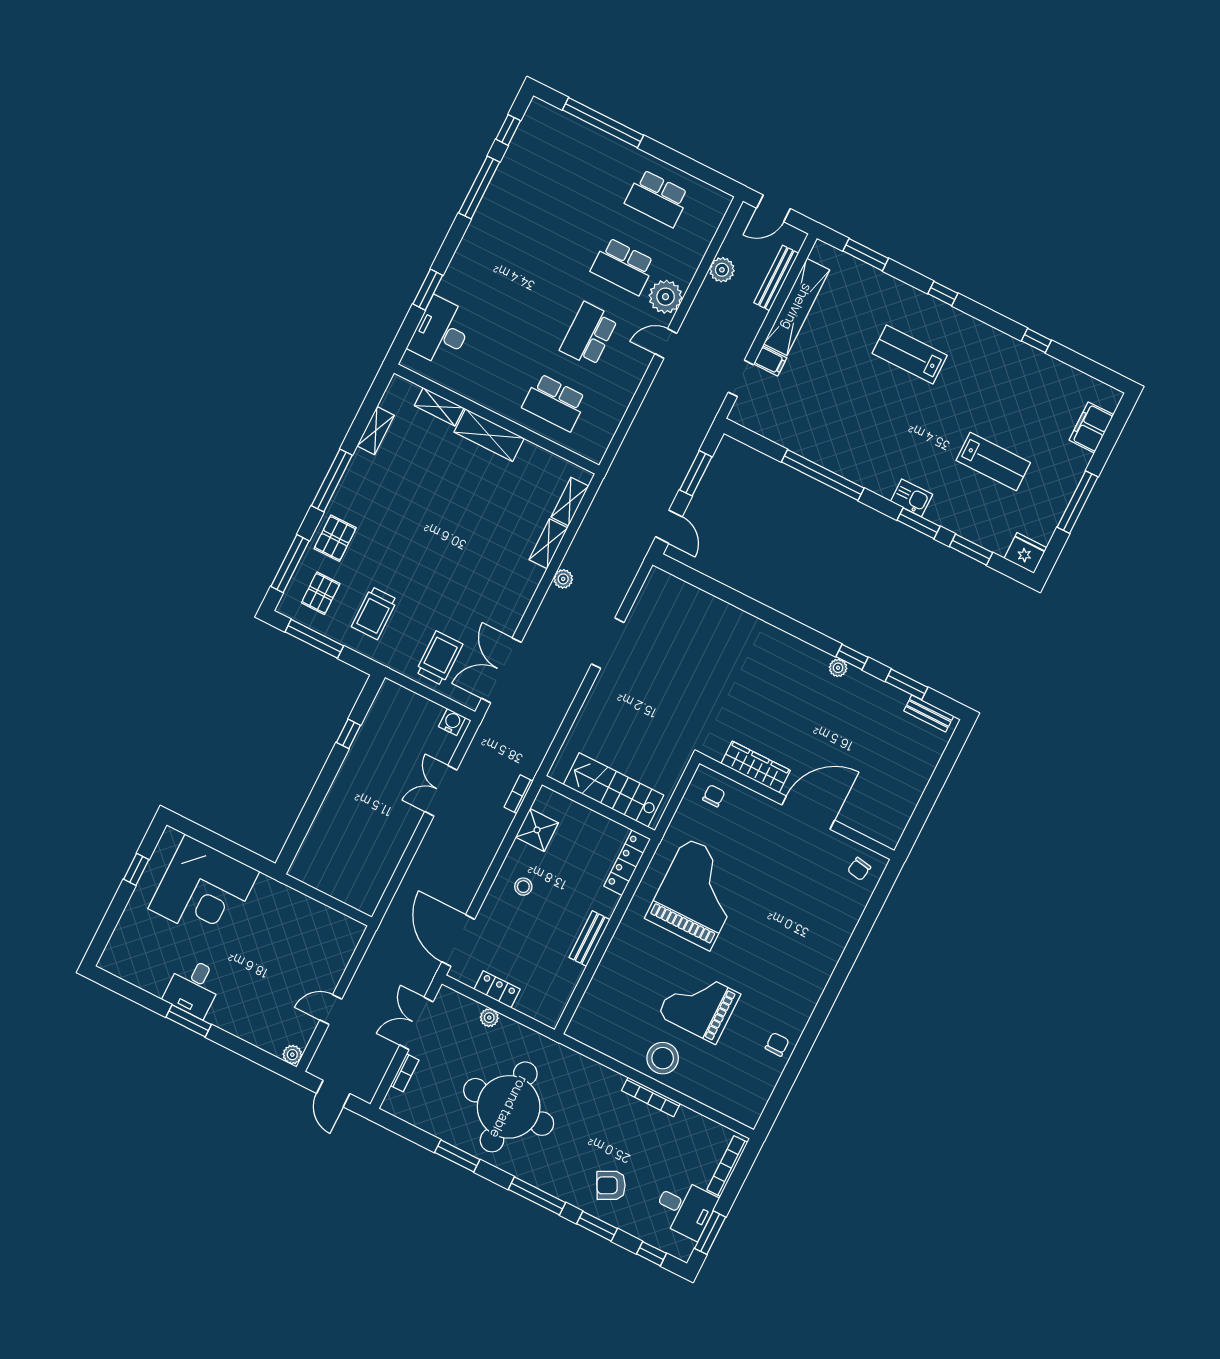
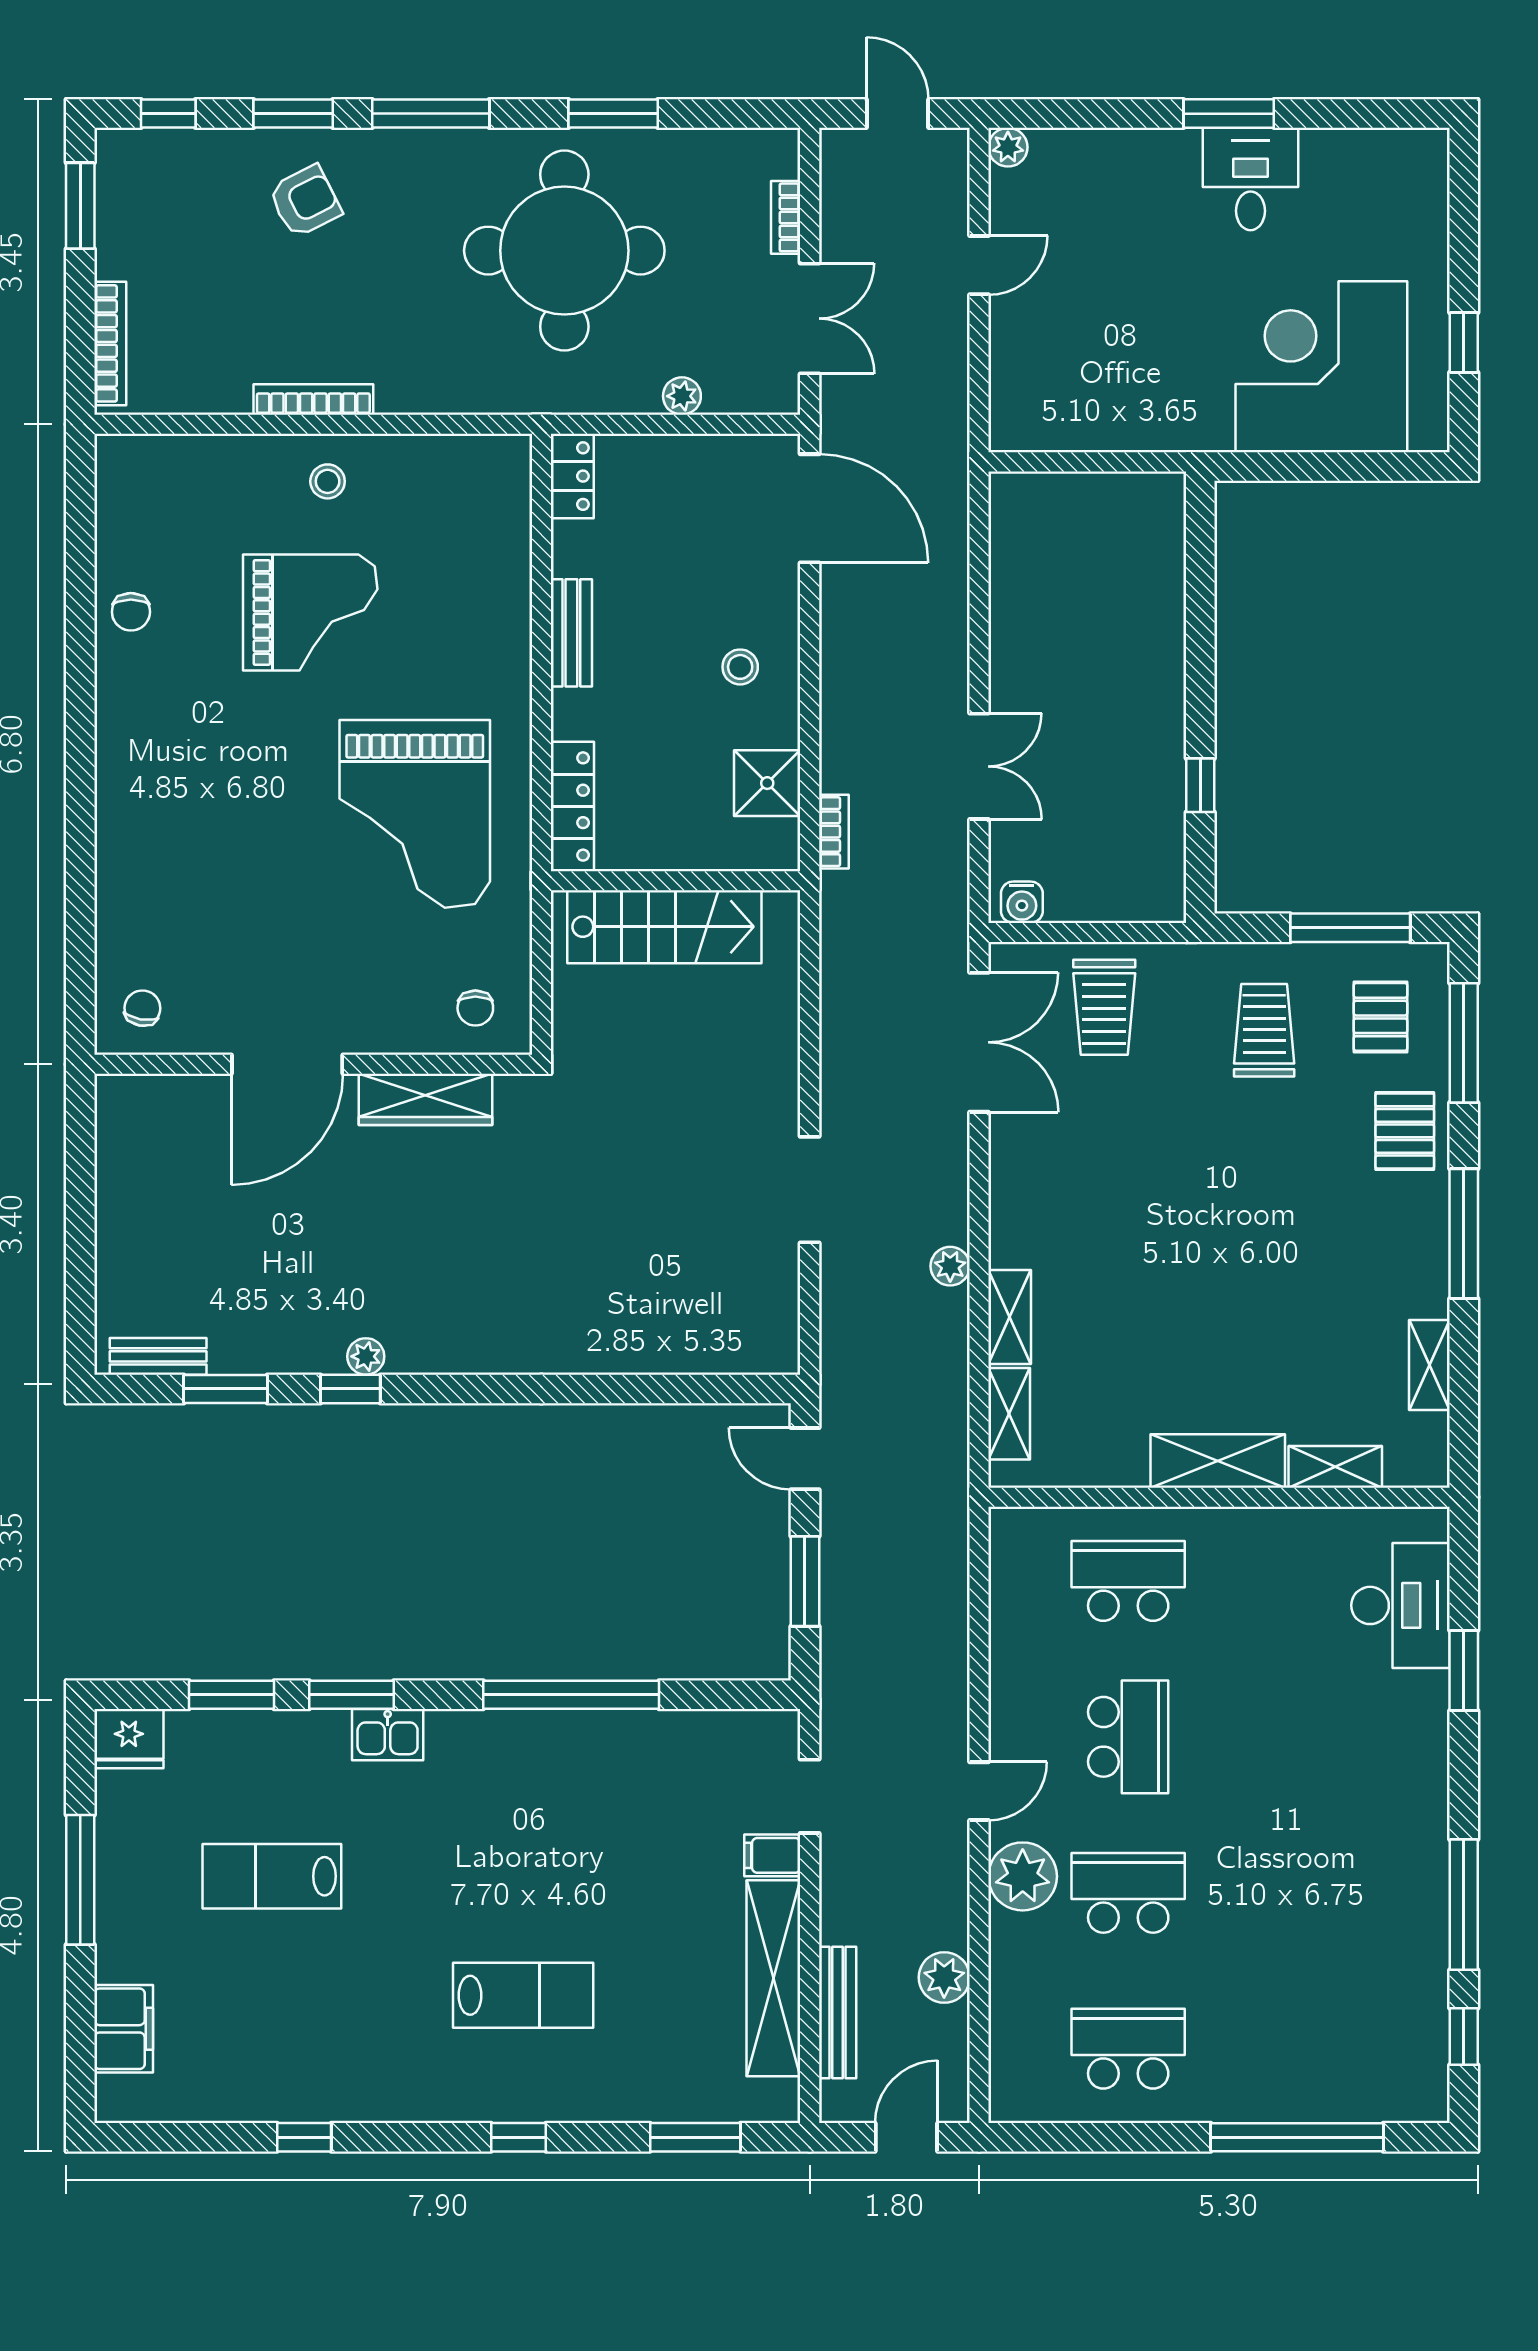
locker: (497, 989) -> (572, 476), moved, turned -90
stool: (663, 1058) -> (328, 481), width x0.53, depth x0.53
desk: (685, 1208) -> (149, 227), removed

